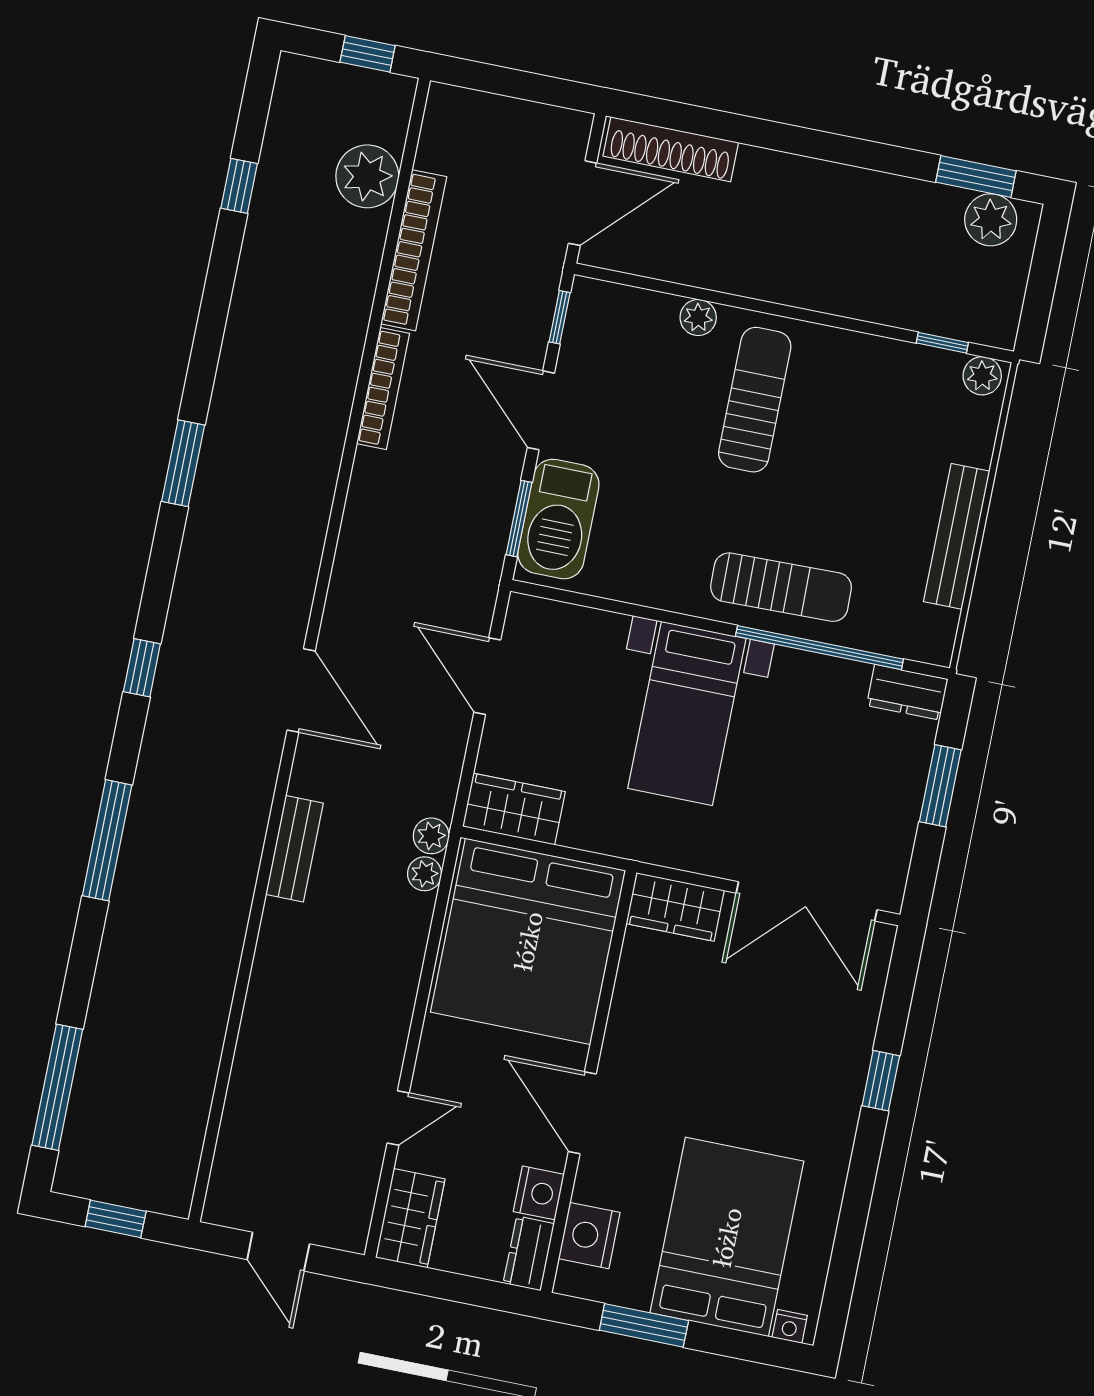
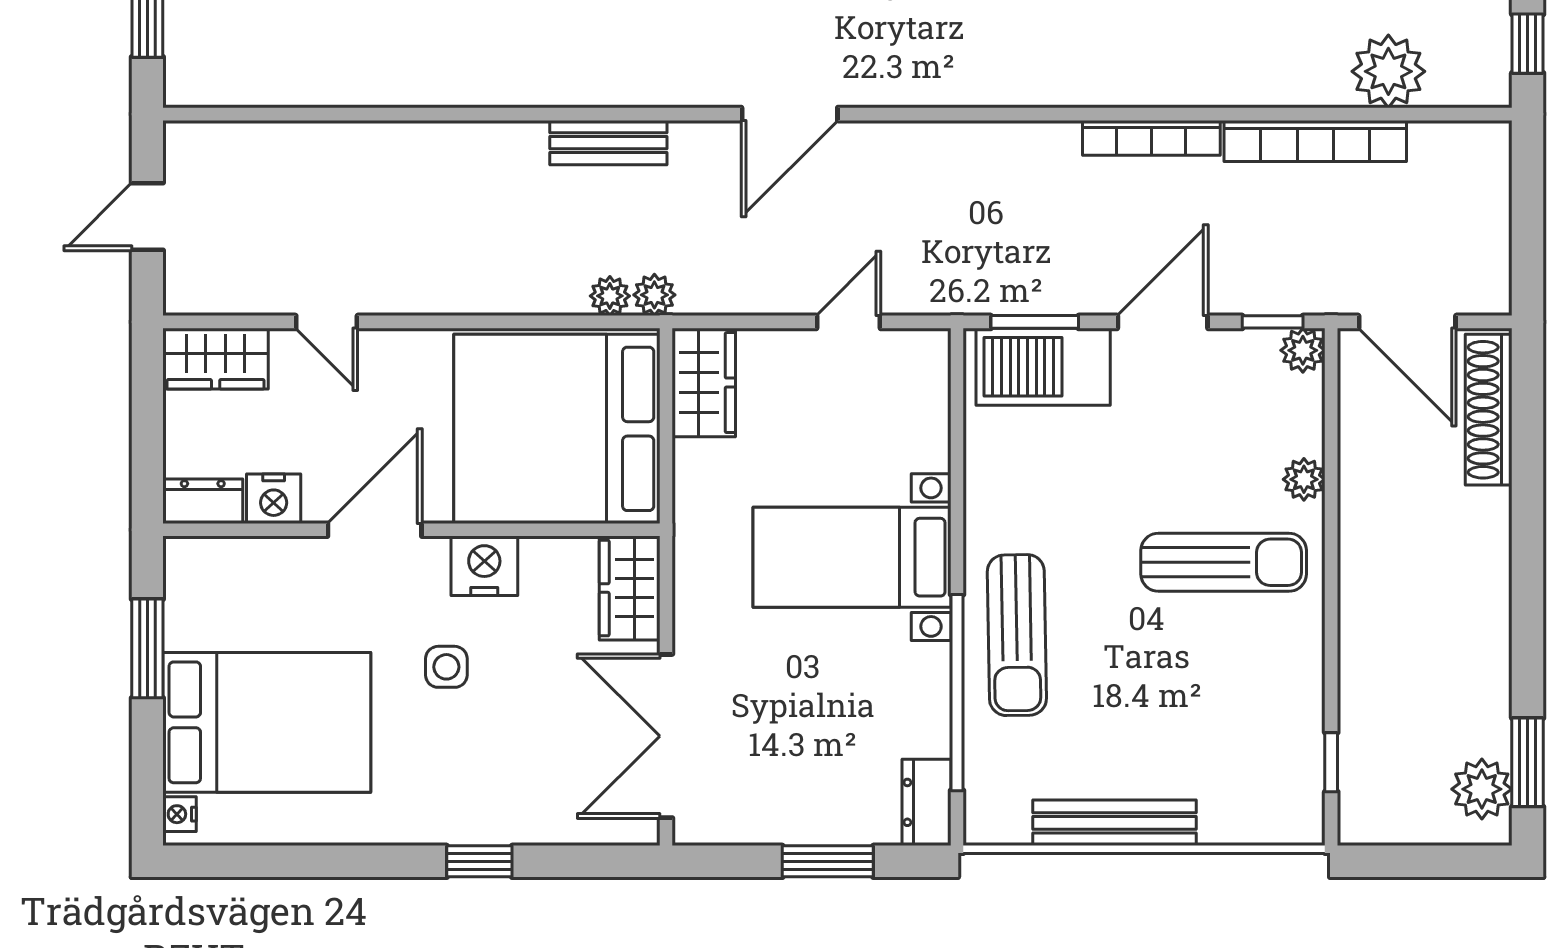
plant: (982, 376) -> (1303, 350), moved
door: (487, 676) -> (849, 322), width x0.73
side table: (711, 1075) -> (446, 667), added
nightstand: (589, 1236) -> (484, 566), moved

